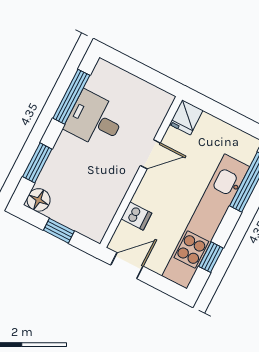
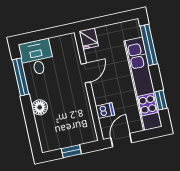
desk: (95, 120) -> (37, 57), moved, turned 90
window: (37, 163) -> (31, 125), removed
floor lamp: (39, 200) -> (40, 107), moved

